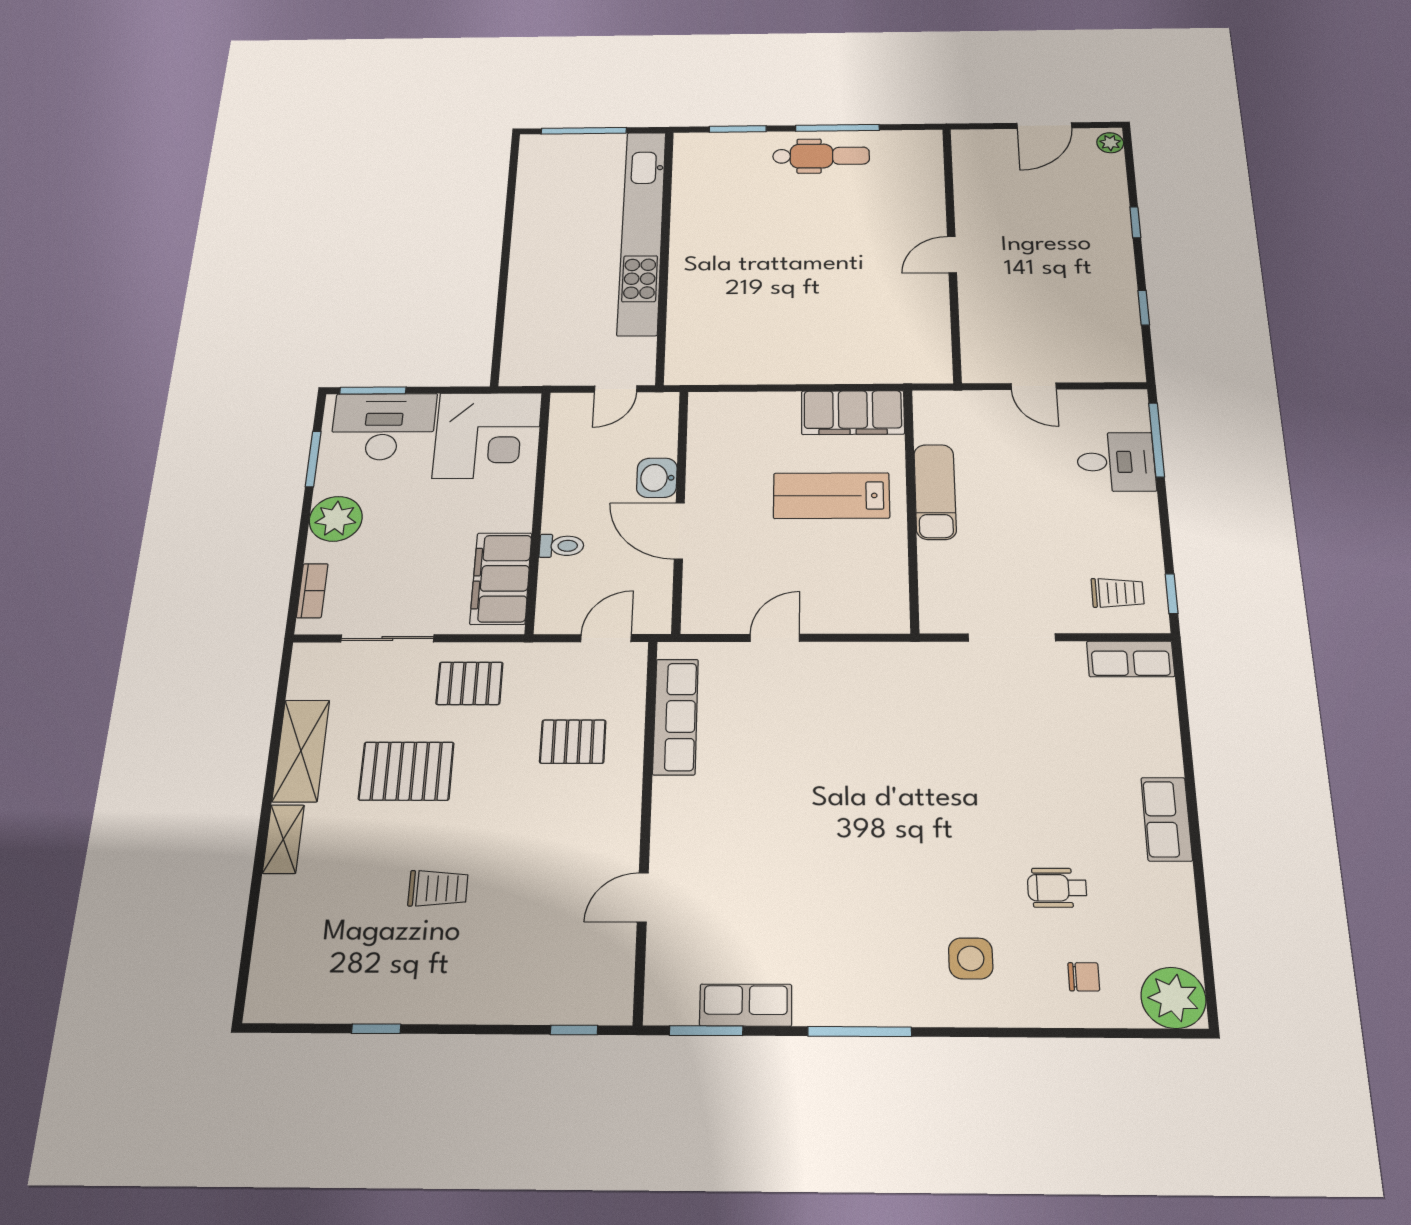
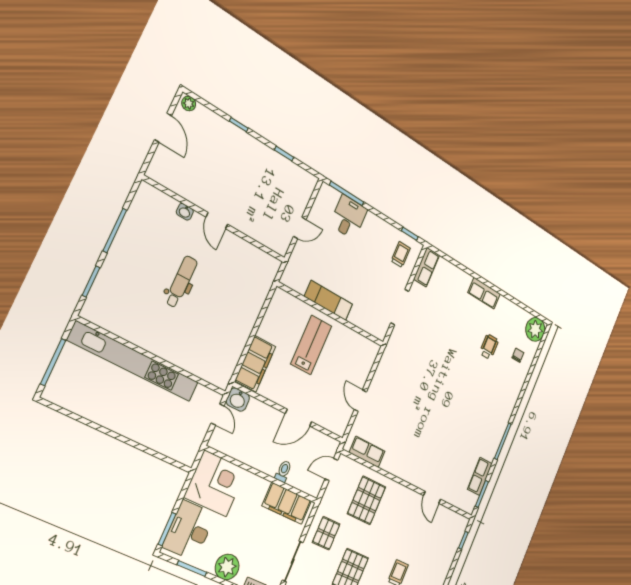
dental chair: (821, 156) -> (181, 282), moved
washbasin: (933, 205) -> (185, 212), added
filing cabinet: (853, 413) -> (255, 364), moved
washbasin: (657, 478) -> (238, 400), moved
lab bench: (831, 496) -> (311, 345), turned 180
door: (606, 638) -> (331, 469), hinge flipped
row of seats: (676, 716) -> (367, 452), width x0.68
pallet: (573, 742) -> (367, 500), width x1.50, depth x1.42
wheelchair: (1057, 888) -> (489, 347), turned 180
side table: (971, 958) -> (497, 390), removed

